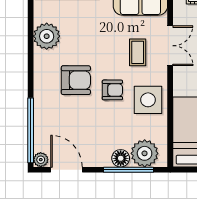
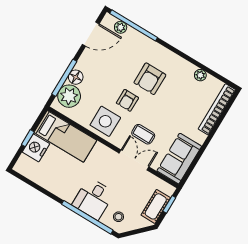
plant: (47, 36) -> (200, 75), width x0.53, depth x0.53
double door: (170, 46) -> (134, 160), swing flipped
plant: (41, 160) -> (121, 27), moved

